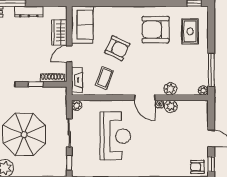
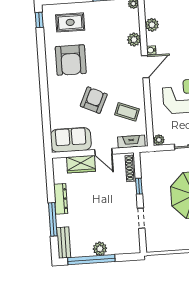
plant: (171, 106) -> (152, 25), moved

